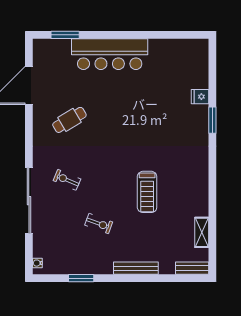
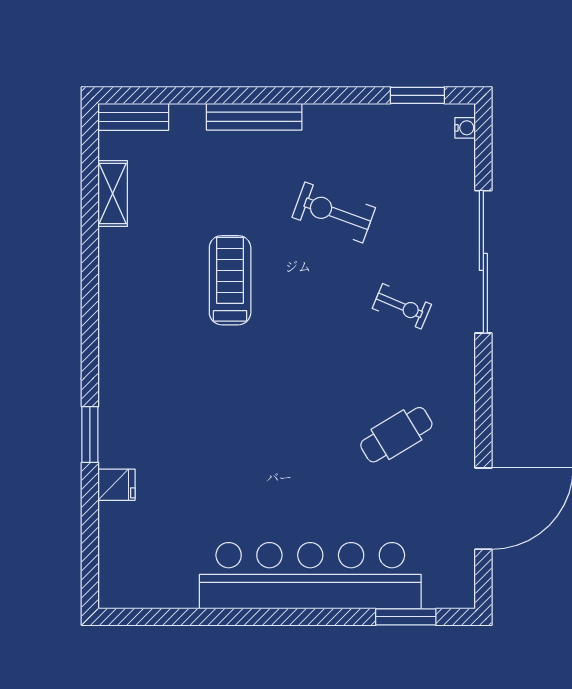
bar counter: (110, 54) -> (310, 576), width x1.36
exercise bike: (99, 224) -> (334, 212), width x1.38, depth x1.39
window: (81, 278) -> (417, 95), moved

